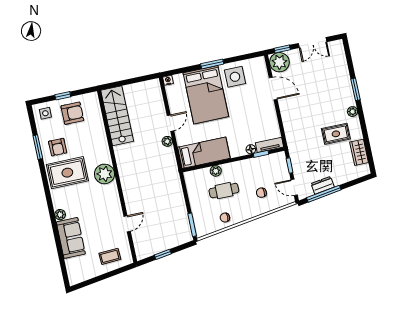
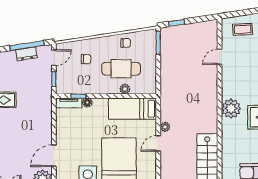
door: (273, 88) -> (54, 156), hinge flipped
door: (294, 187) -> (54, 58), hinge flipped
cafe table: (224, 191) -> (121, 69), width x1.37, depth x1.35
window: (163, 254) -> (176, 23), moved

